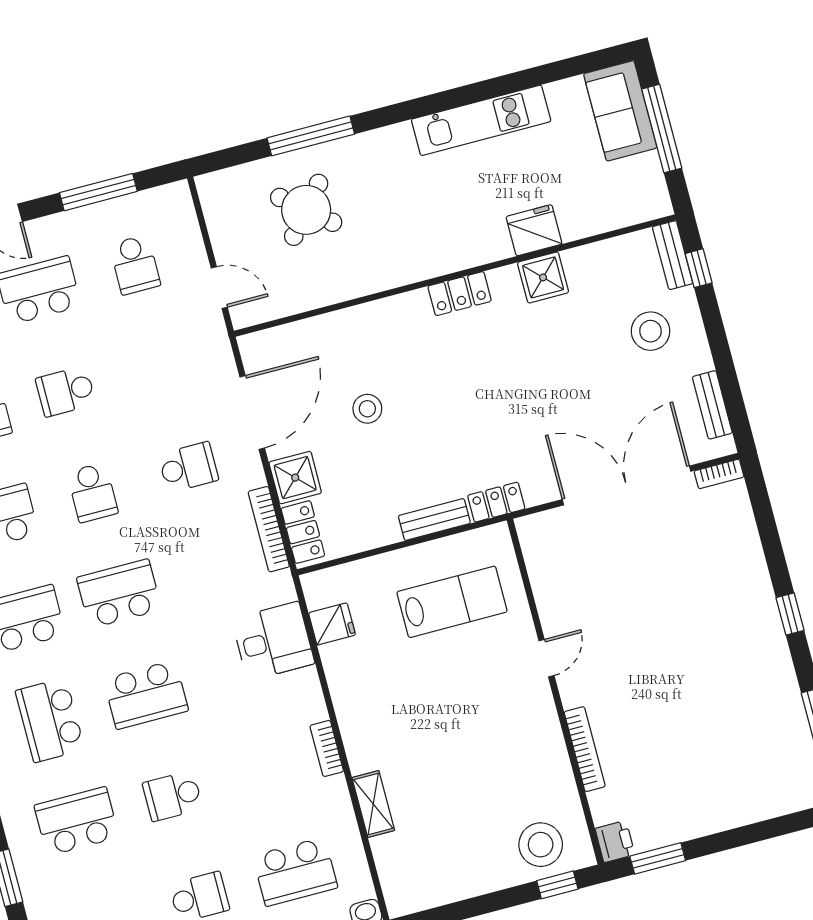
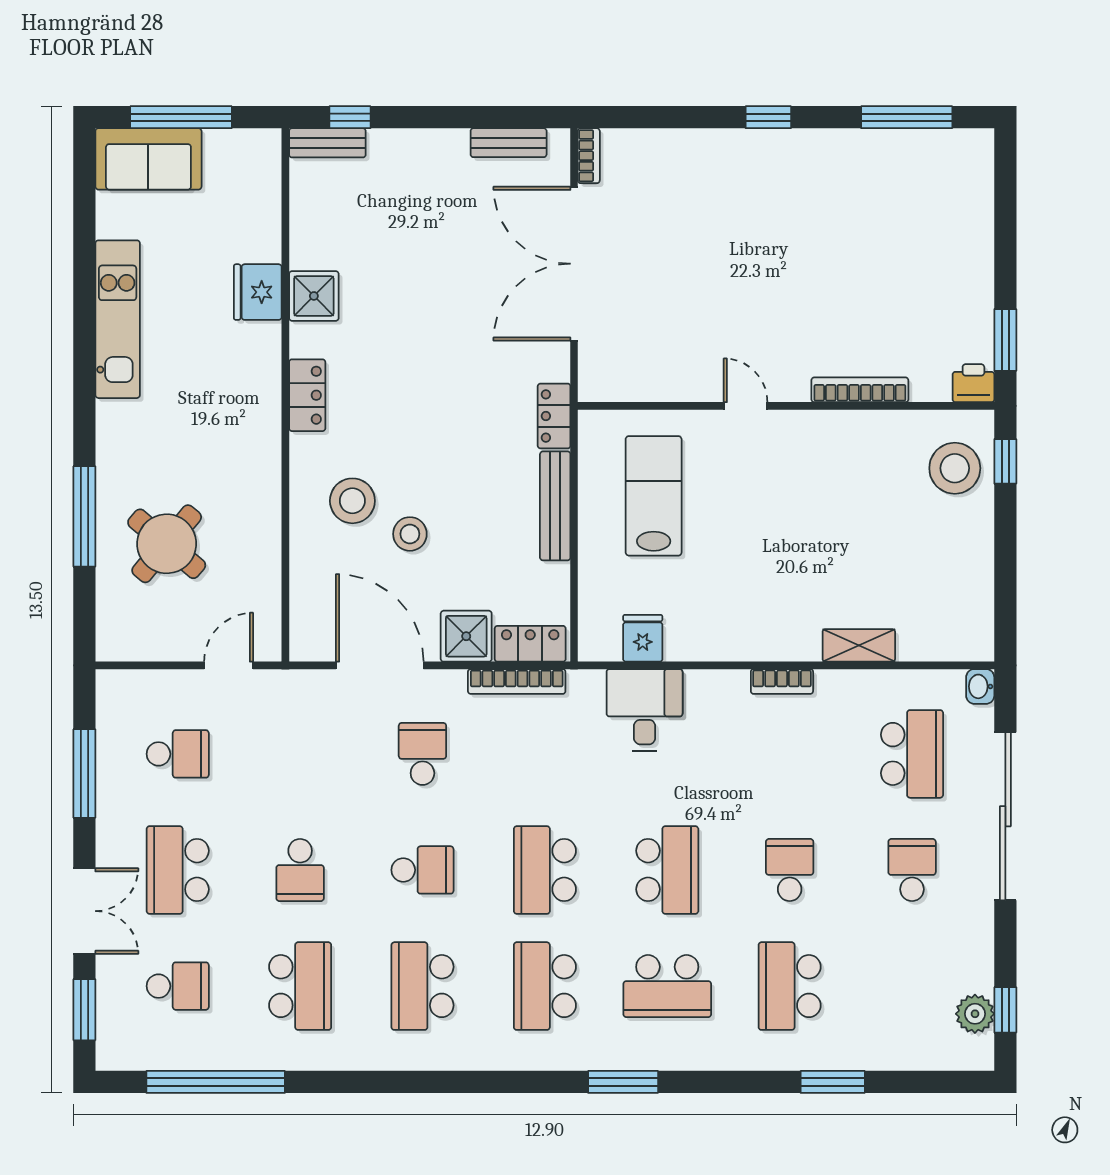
stool: (650, 331) -> (352, 501), moved
bench: (434, 519) -> (555, 506), width x1.36
school desk: (173, 796) -> (790, 870), turned 180

